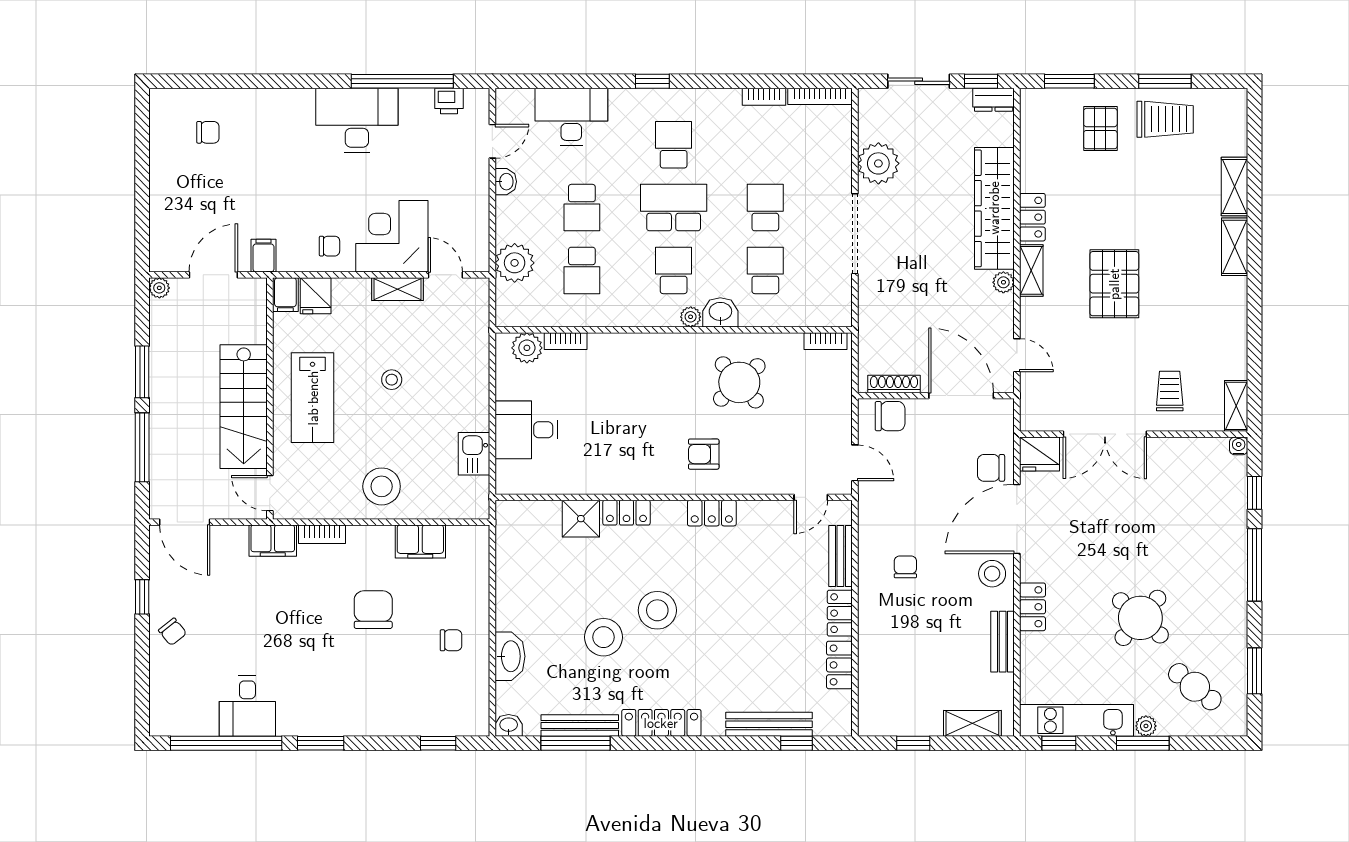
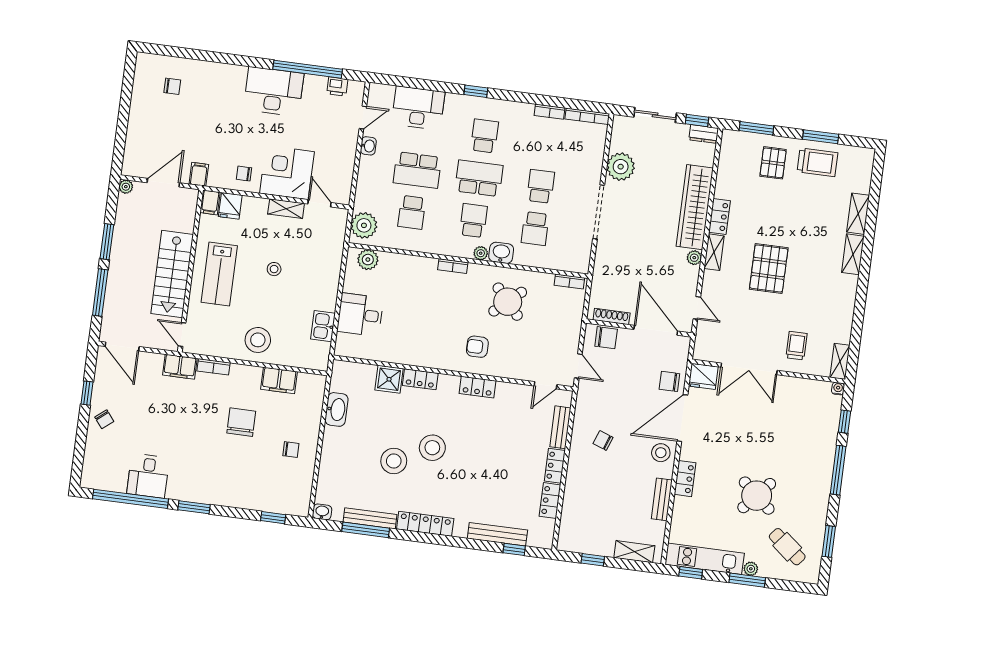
school desk: (582, 208) -> (417, 170), width x1.85
chair: (329, 246) -> (244, 174), turned 180
plant: (515, 263) -> (364, 225), moved
school desk: (765, 270) -> (535, 229), turned 180
bookcase: (566, 341) -> (453, 266), moved
chair: (905, 567) -> (603, 440), turned -70
washbasin: (510, 656) -> (337, 409), moved

